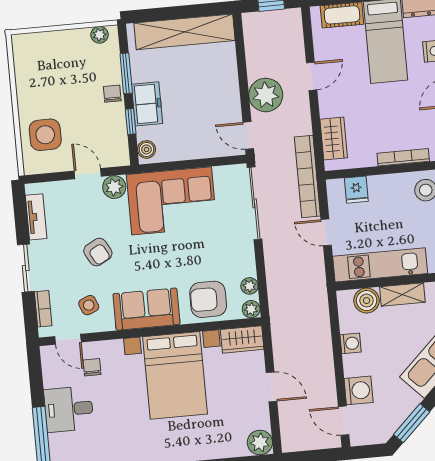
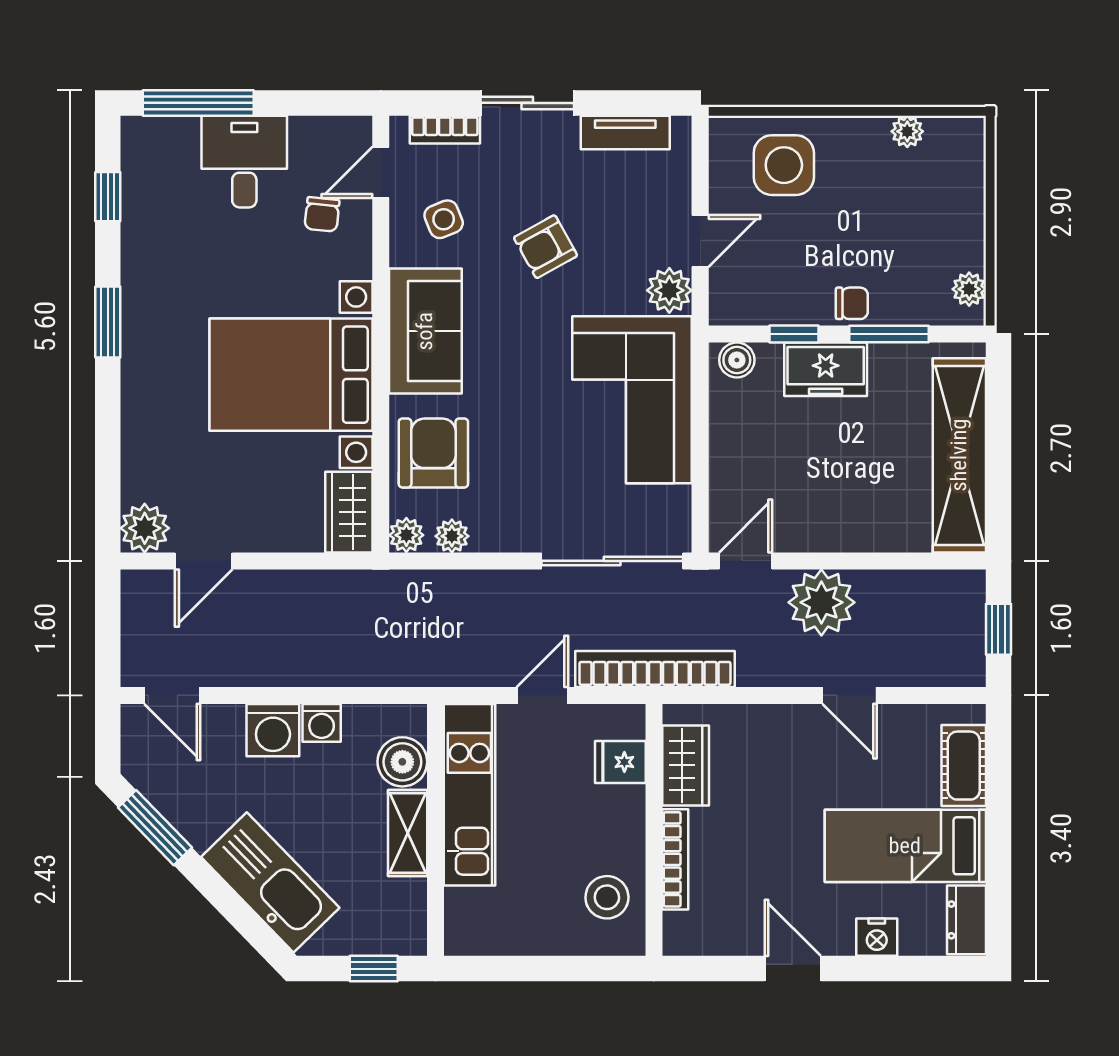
plant: (22, 74) -> (907, 131), added
wardrobe: (334, 138) -> (686, 765), moved, turned -90
chair: (92, 367) -> (322, 214), turned 96
door: (272, 387) -> (204, 561), moved
washing machine: (359, 390) -> (273, 730), moved
door: (344, 421) -> (172, 695), swing flipped

